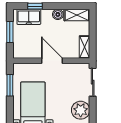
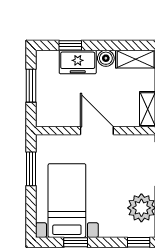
freezer: (29, 17) -> (78, 62), moved

